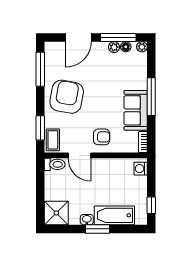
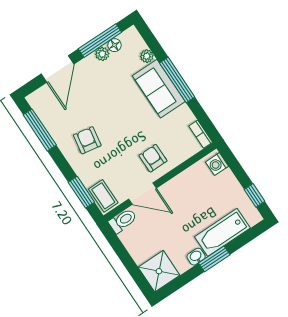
plant: (142, 47) -> (147, 56), moved
armchair: (67, 97) -> (87, 140), width x0.53, depth x0.53
sofa: (136, 110) -> (159, 89), moved
armchair: (102, 137) -> (153, 158), turned -90

